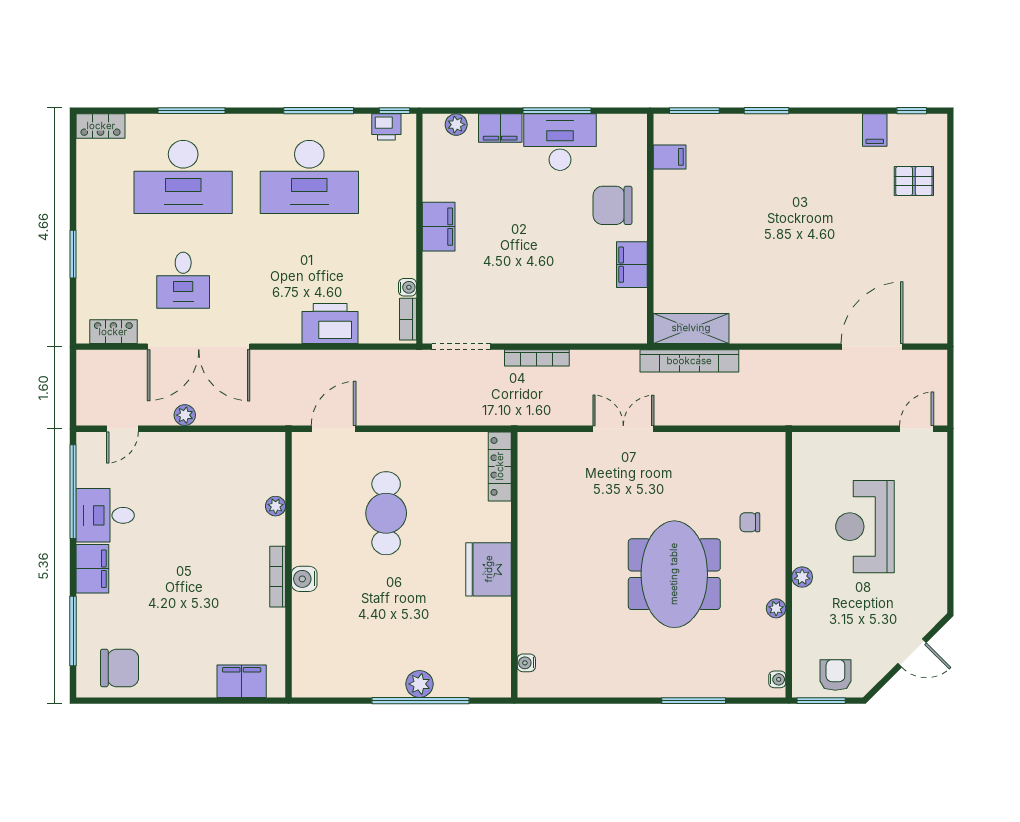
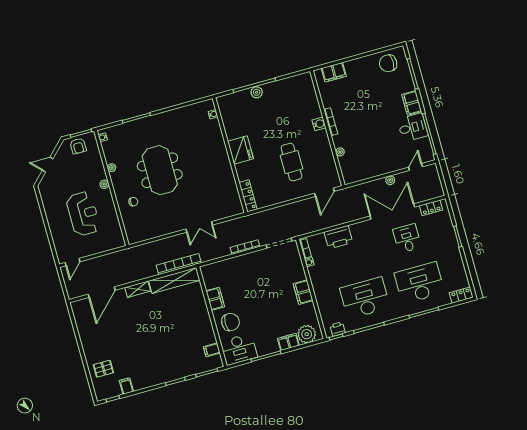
plant: (456, 125) -> (307, 334), width x1.88, depth x1.88
desk: (560, 142) -> (239, 349), moved
shelving: (691, 328) -> (174, 280), width x1.47
shelving: (793, 332) -> (138, 289), added

